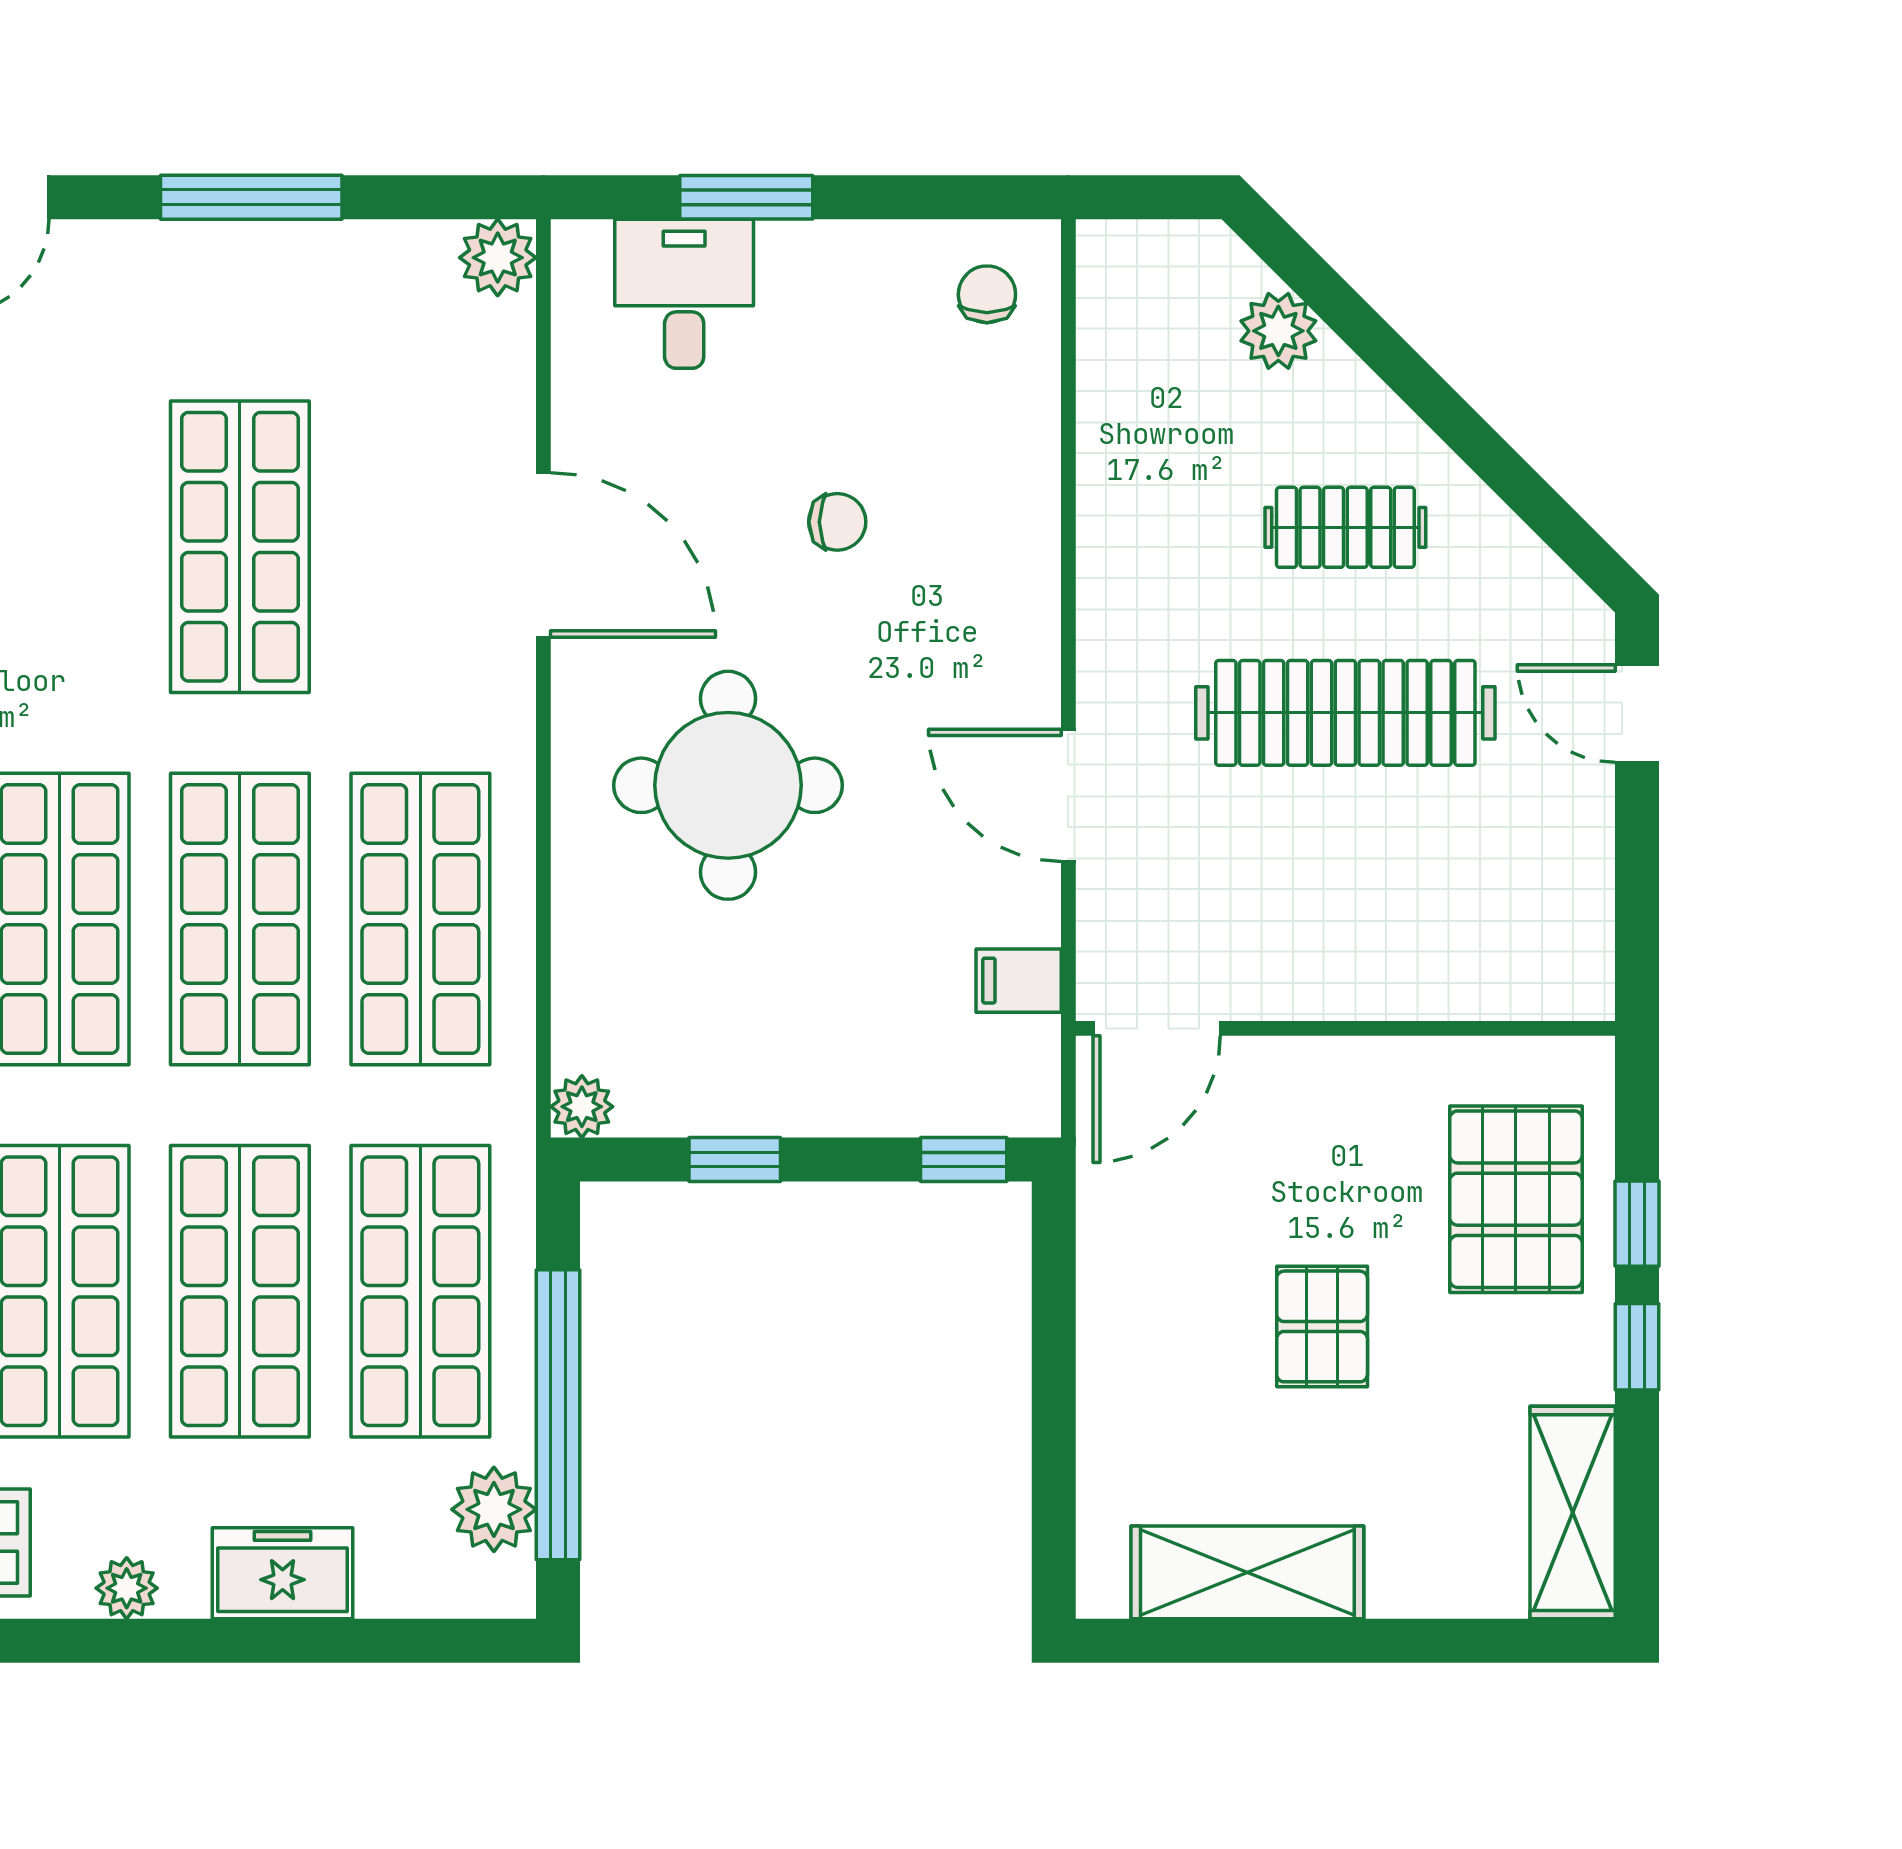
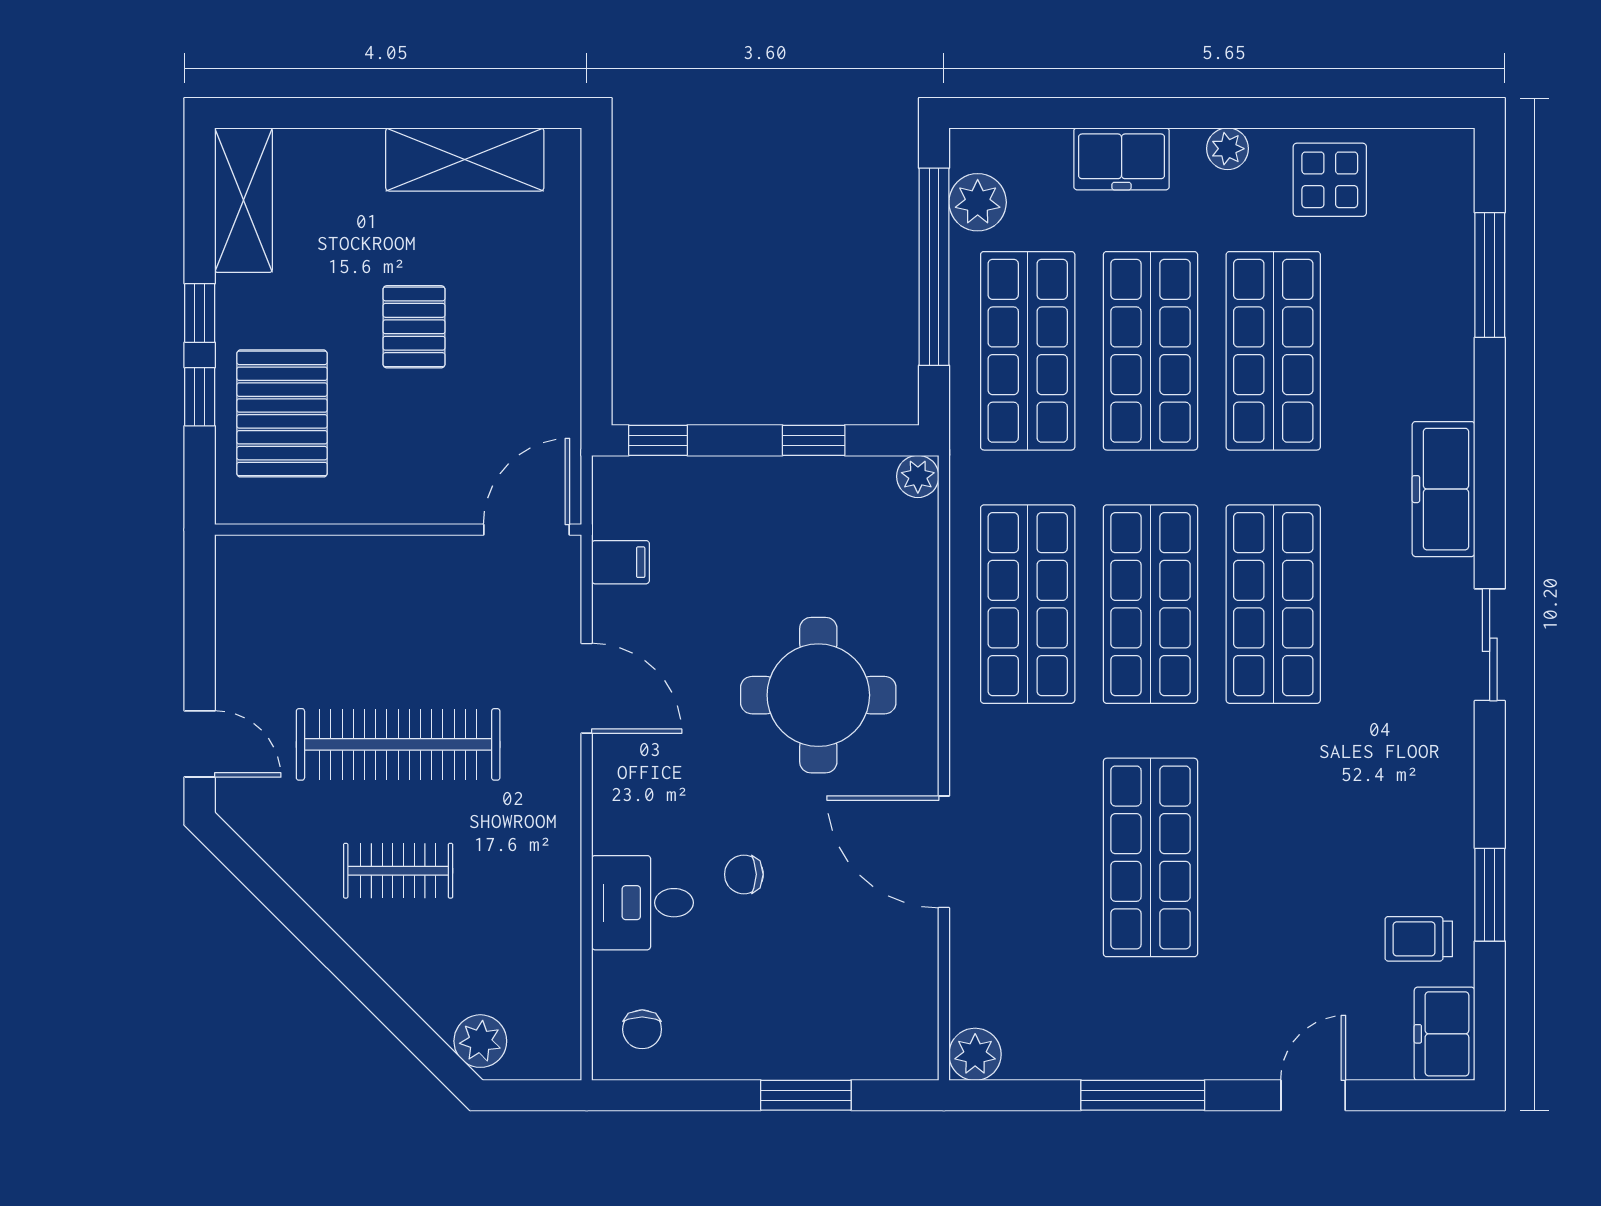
desk: (684, 294) -> (642, 903), moved, turned 90
plant: (1278, 331) -> (480, 1041), moved

